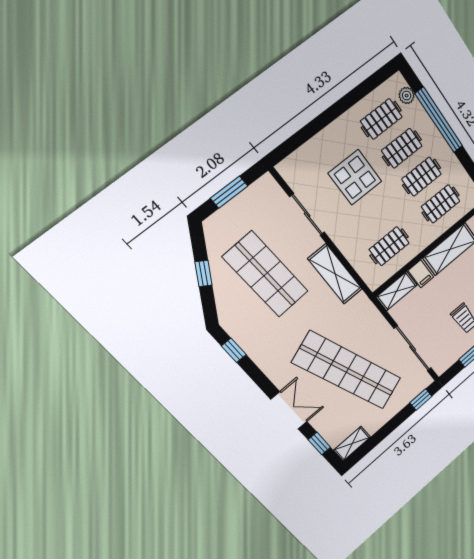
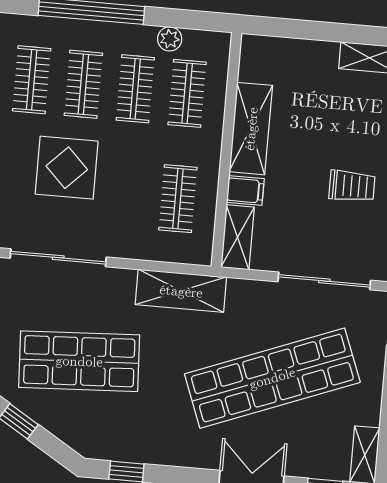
plant: (407, 96) -> (170, 39), moved
sliding door: (307, 215) -> (58, 258), width x1.37
shelving: (335, 274) -> (181, 291), moved

